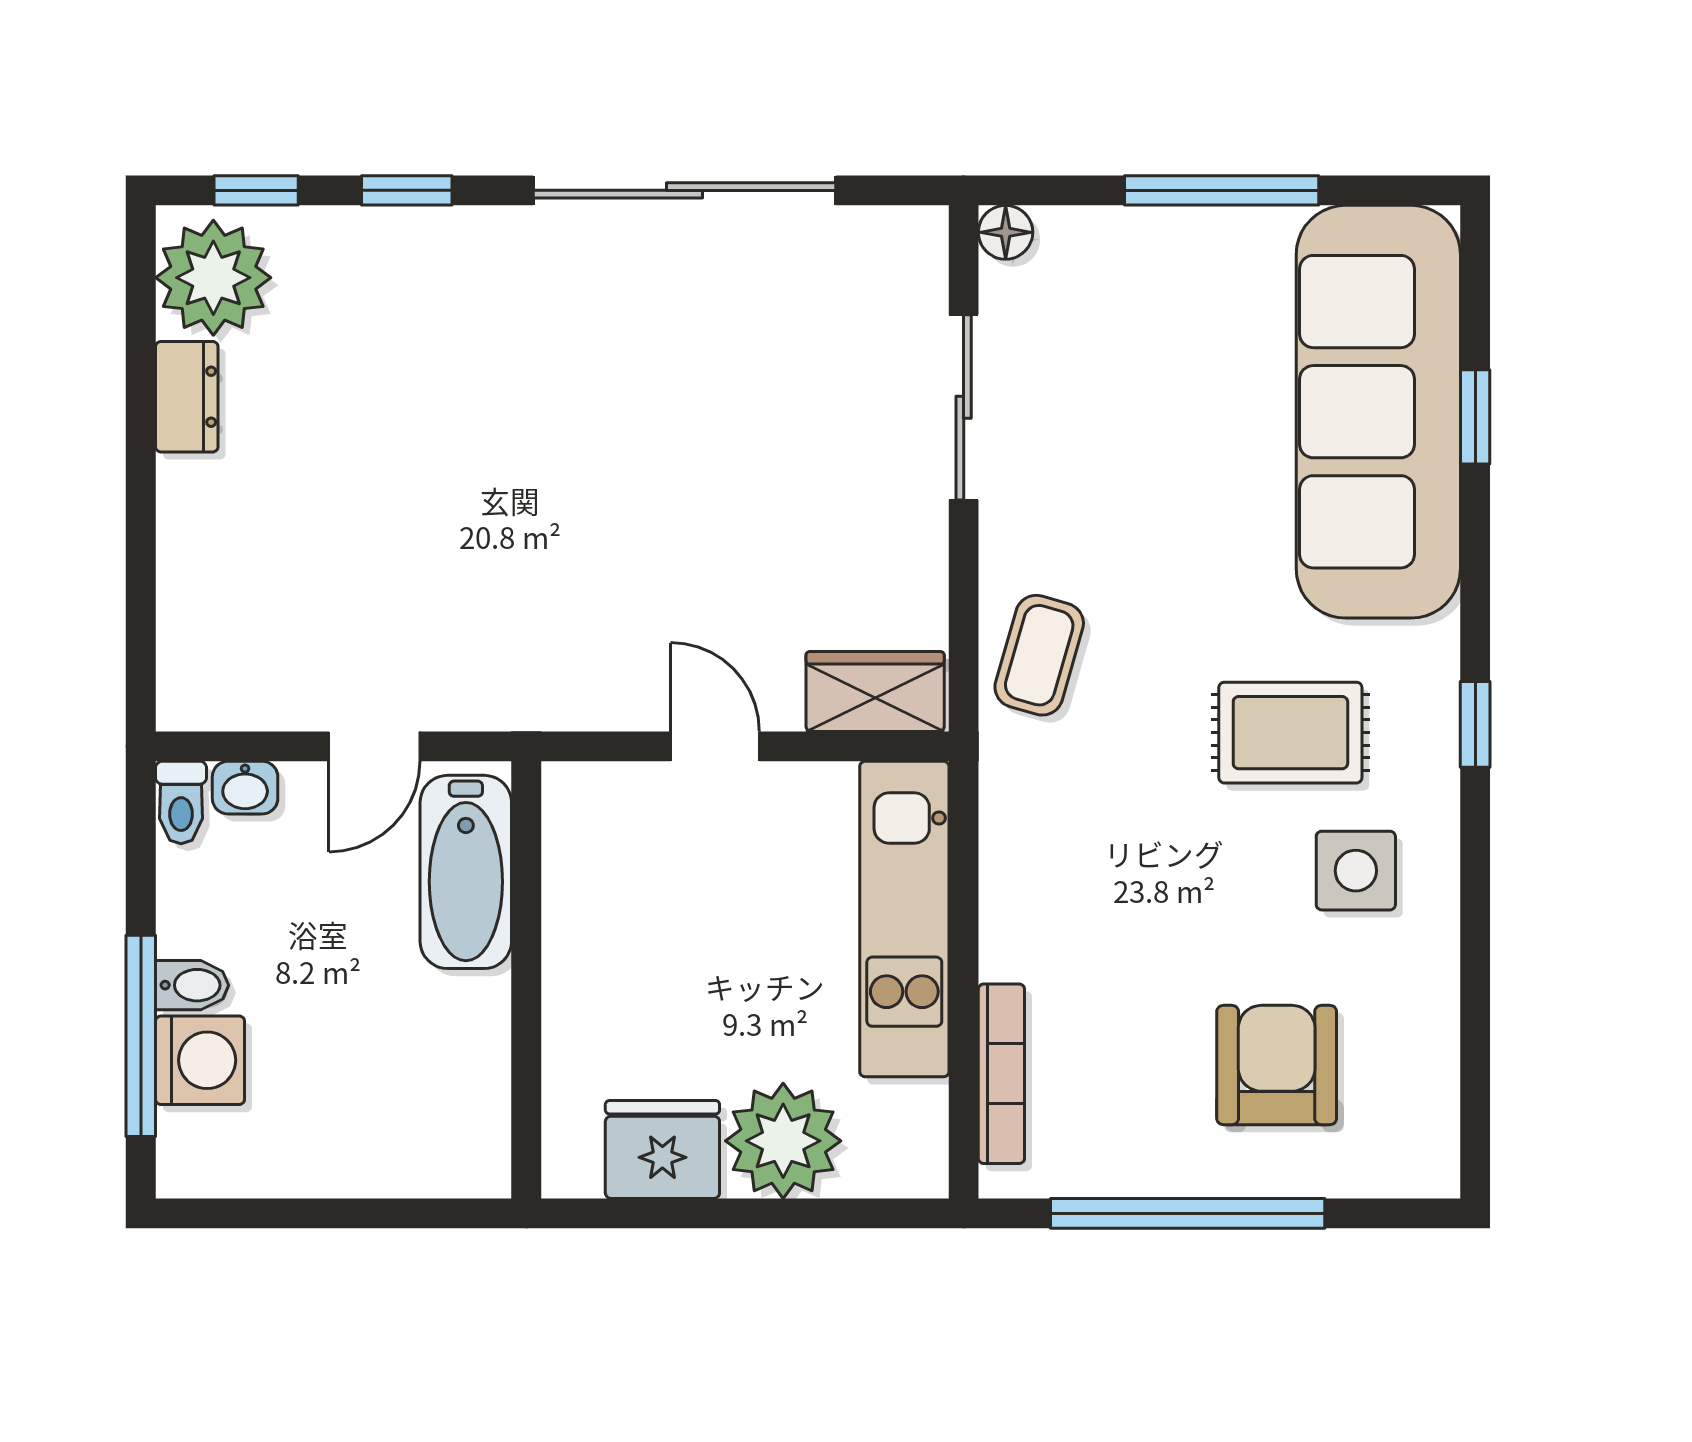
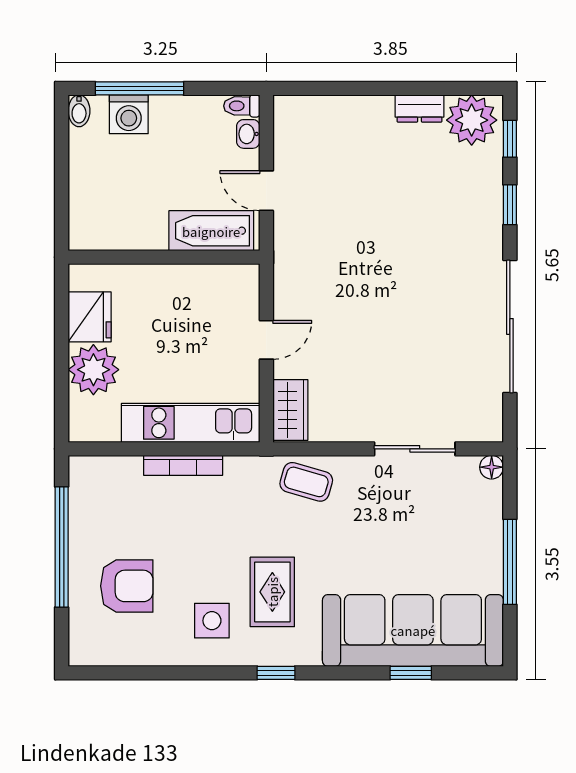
bidet: (192, 985) -> (79, 111), moved
bookcase: (1001, 1074) -> (183, 465), moved

